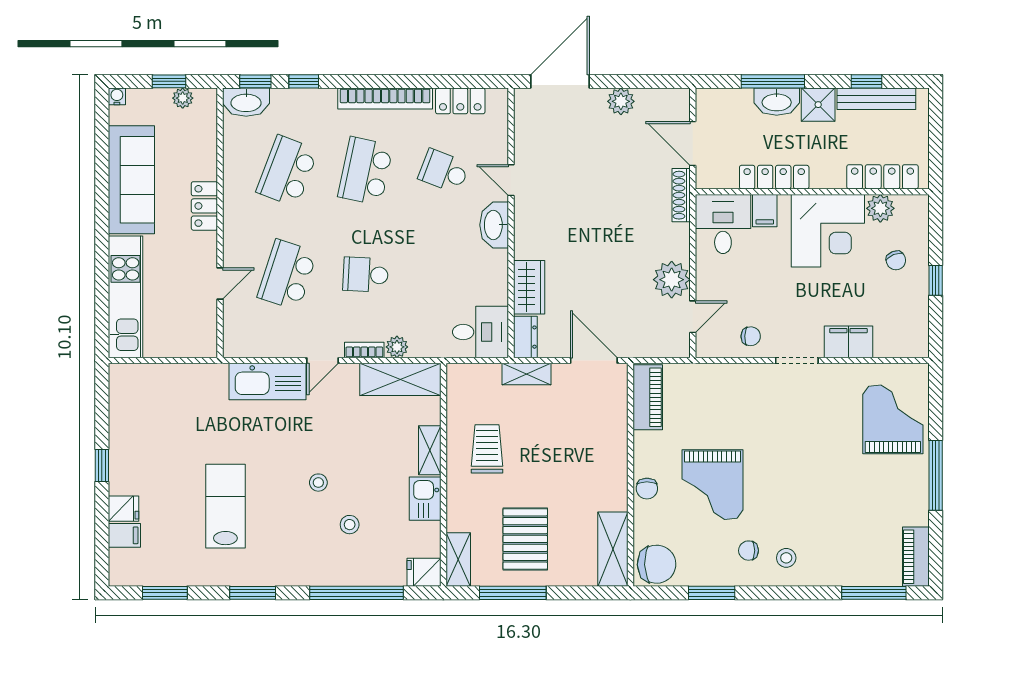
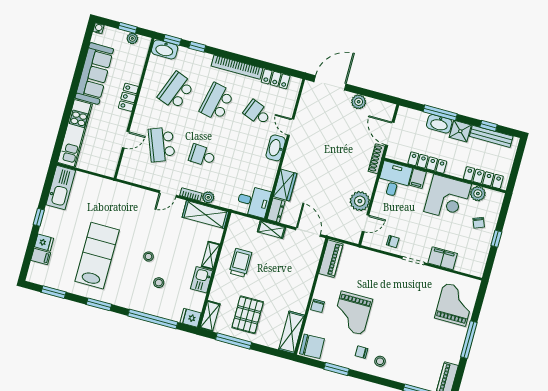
school desk: (287, 275) -> (162, 145), turned -39
kitchen sink: (268, 381) -> (61, 188), moved, turned -90
lab bench: (225, 506) -> (97, 256), width x1.36, depth x1.39

